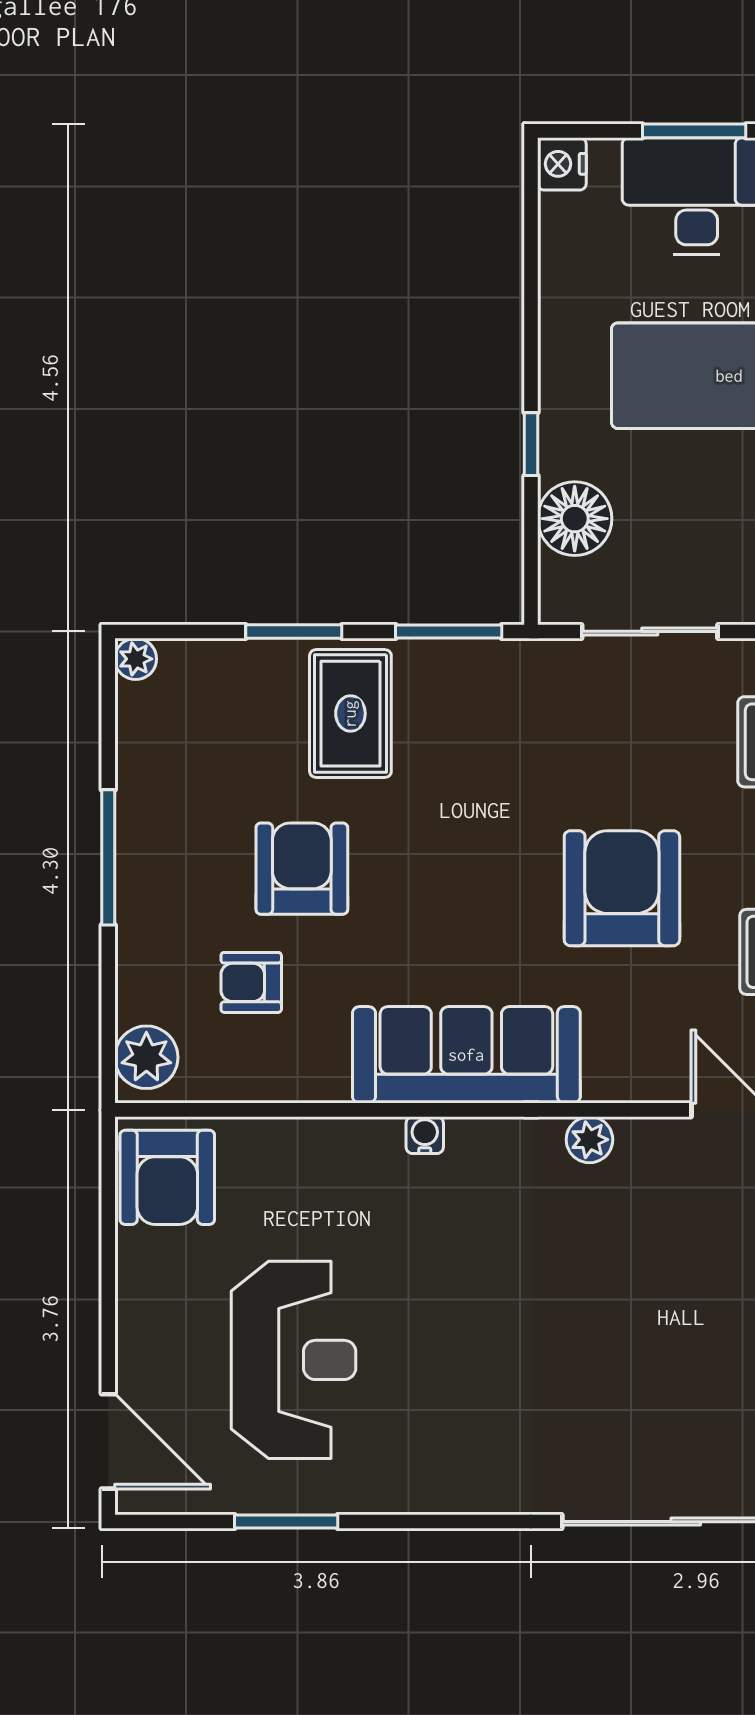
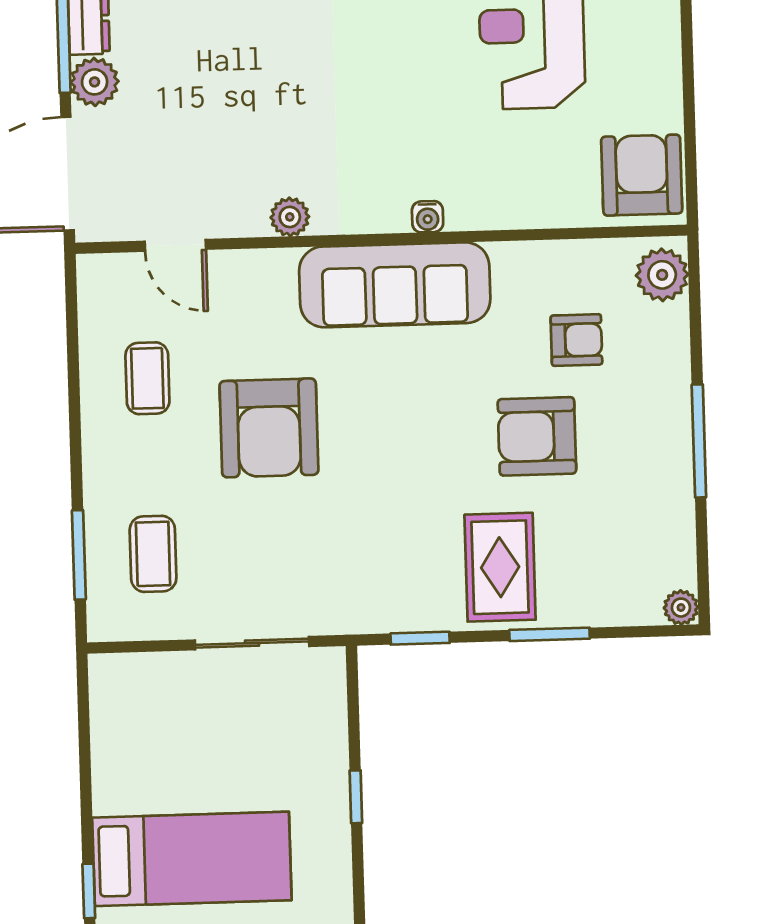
floor lamp: (575, 519) -> (318, 736), removed
window: (449, 631) -> (420, 638), width x0.67
armchair: (302, 869) -> (537, 436), turned 90

